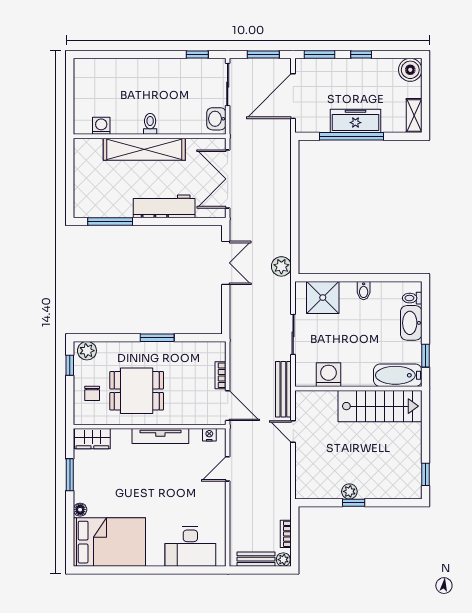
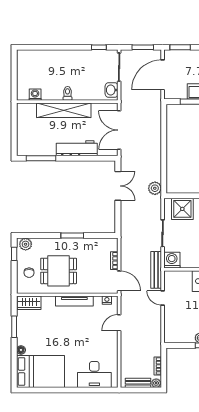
washing machine: (329, 375) -> (172, 260), moved

